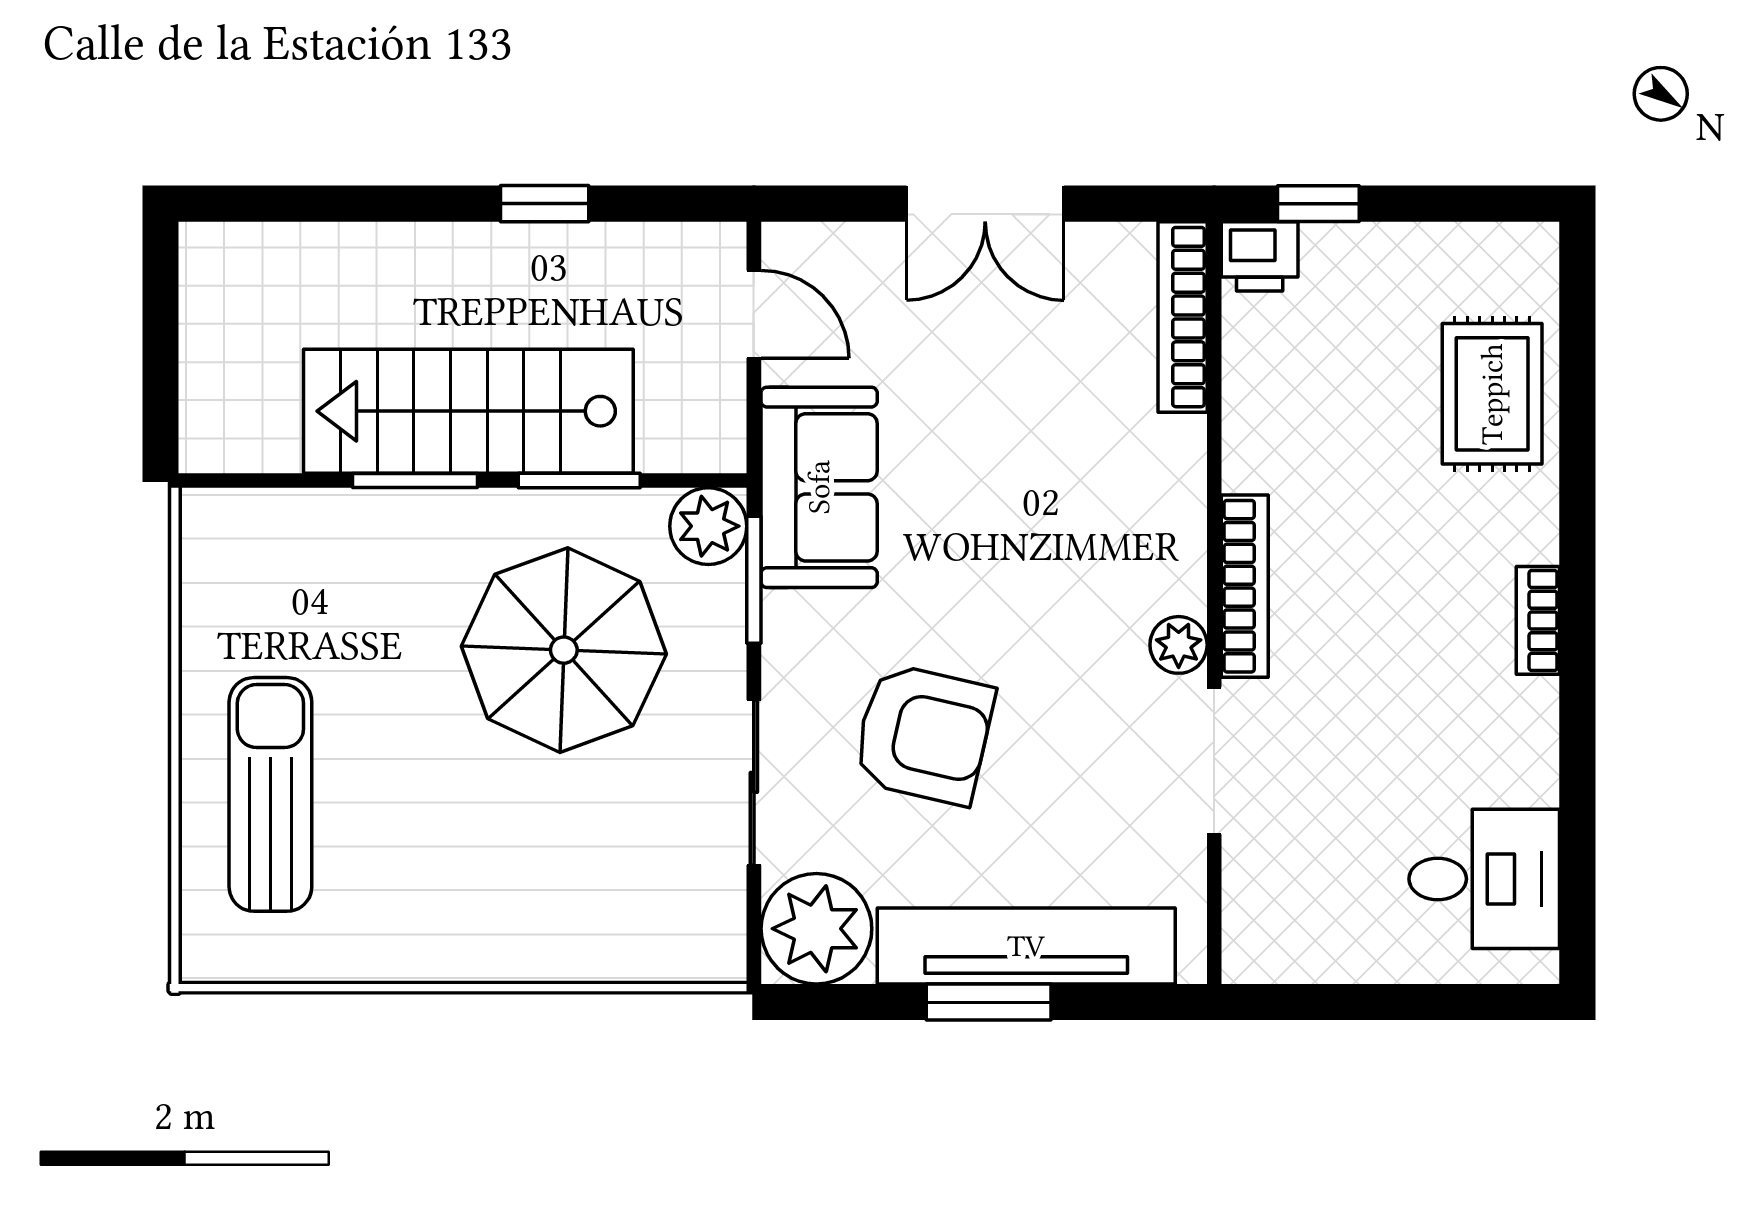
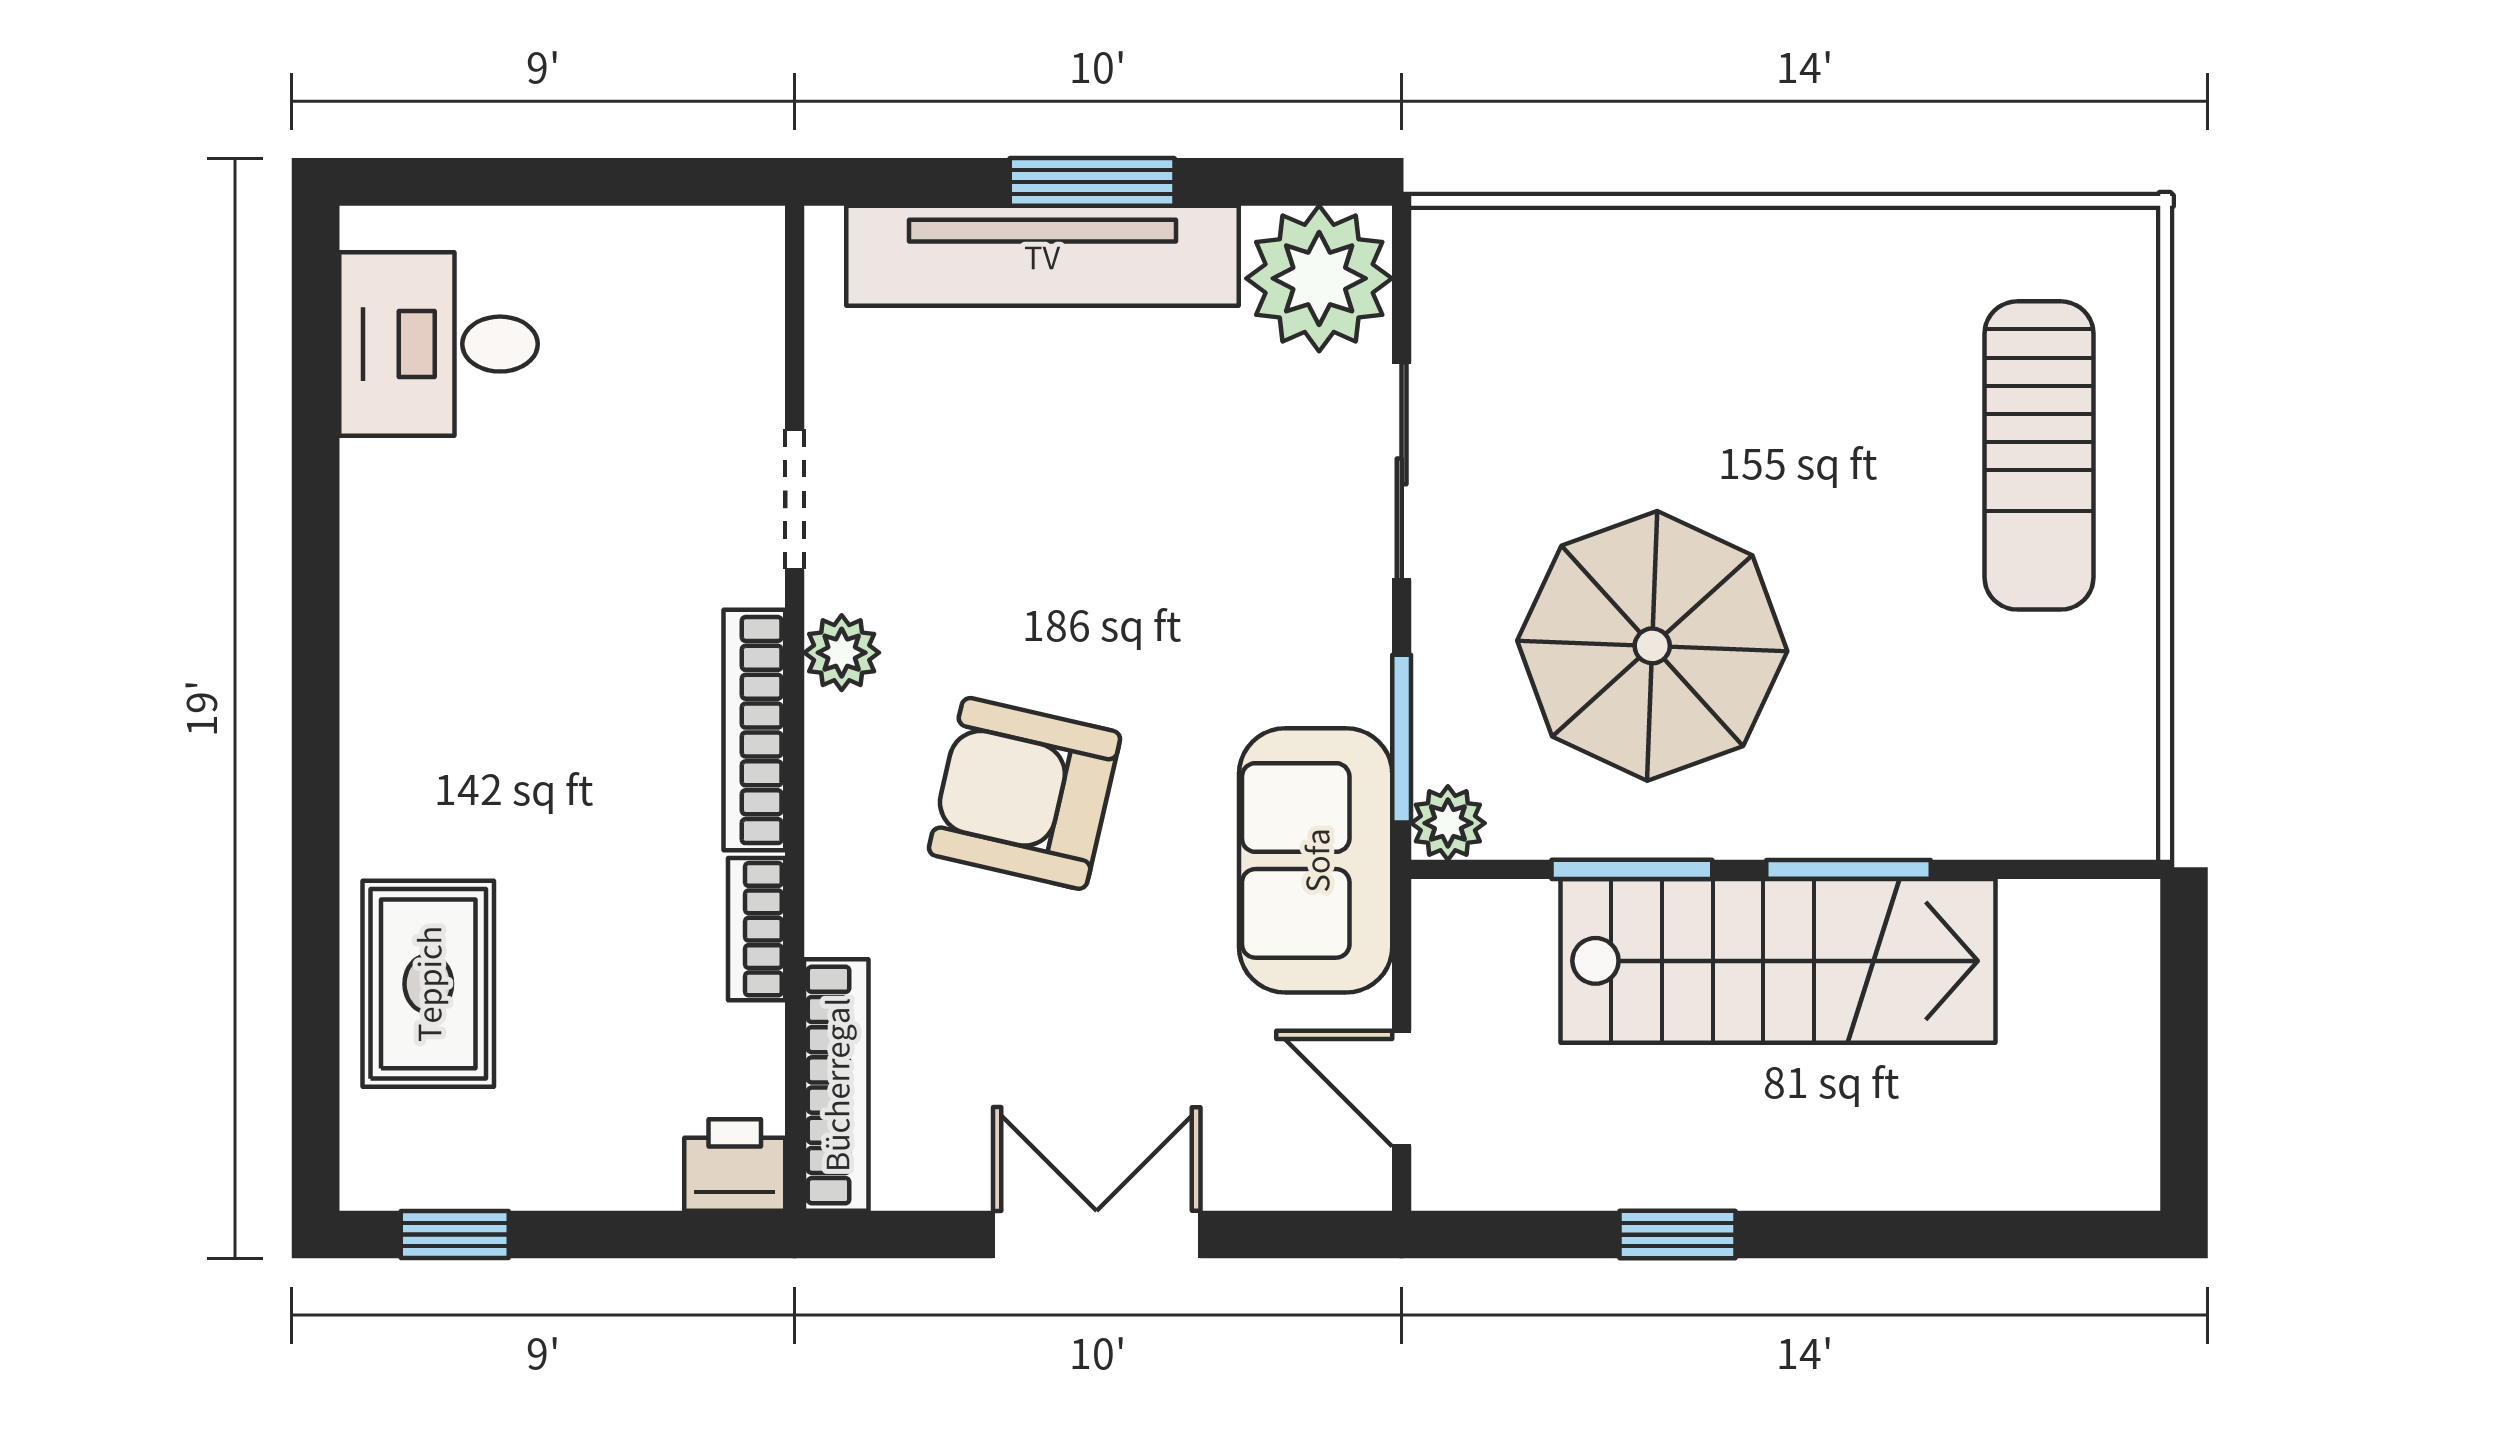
window: (1318, 204) -> (455, 1235), moved
plant: (708, 526) -> (1448, 823), width x0.73, depth x0.73
bookcase: (1538, 620) -> (757, 929), moved, turned 180
armchair: (923, 734) -> (1025, 793), moved
doorway: (1214, 761) -> (795, 500), width x0.73

